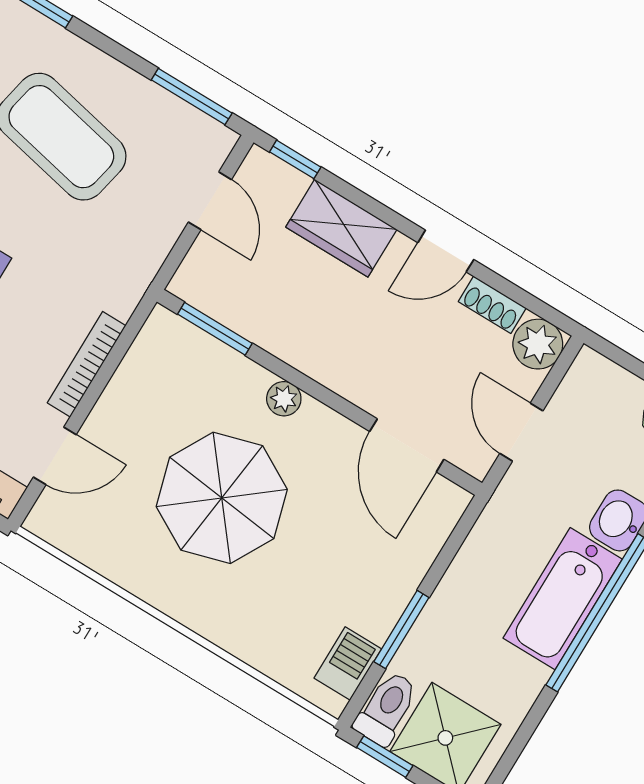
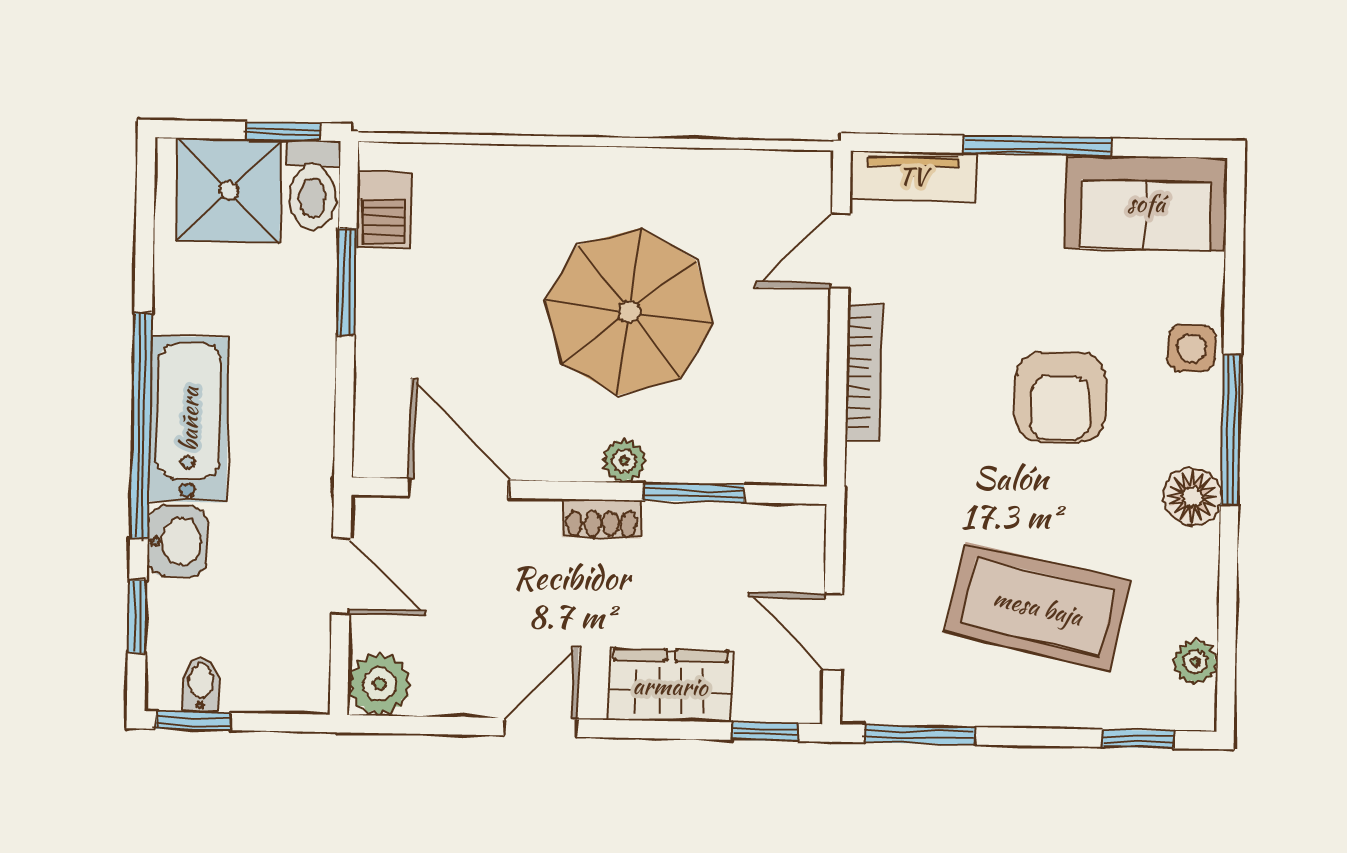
shoe rack: (492, 305) -> (602, 519), moved, turned 180
window: (215, 329) -> (693, 493), moved

